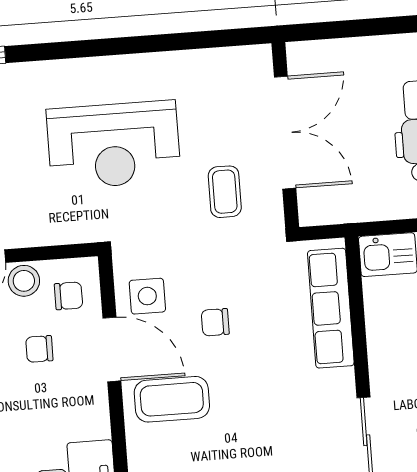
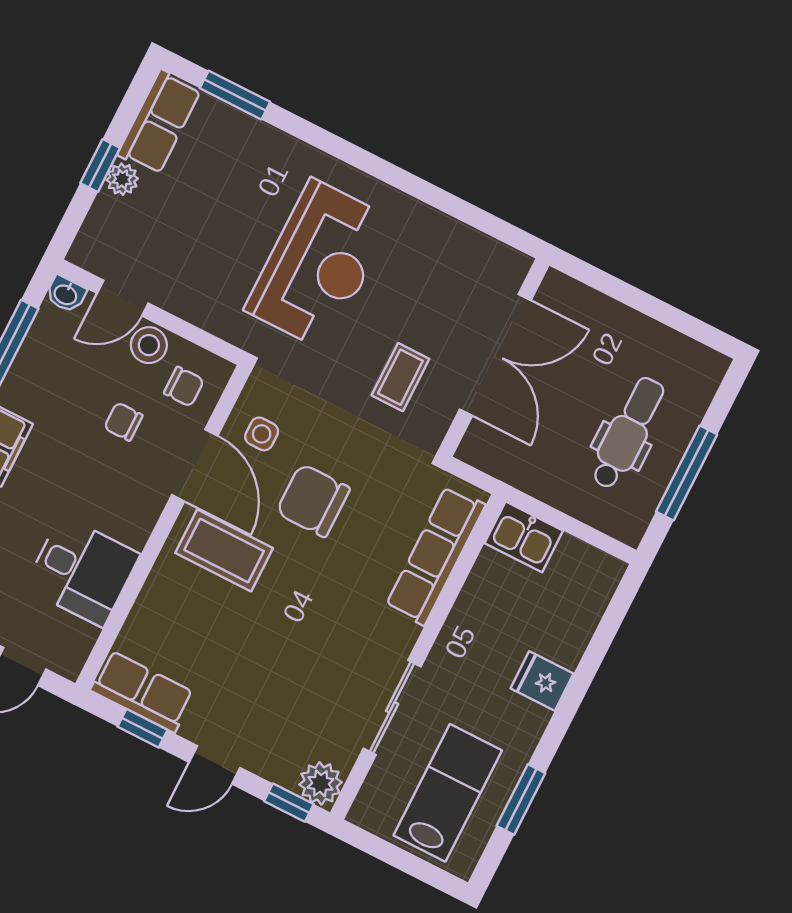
reception desk: (114, 145) -> (319, 265), turned -90
side table: (147, 296) -> (262, 434), width x0.73, depth x0.73
chair: (215, 322) -> (313, 500), width x1.87, depth x1.87

